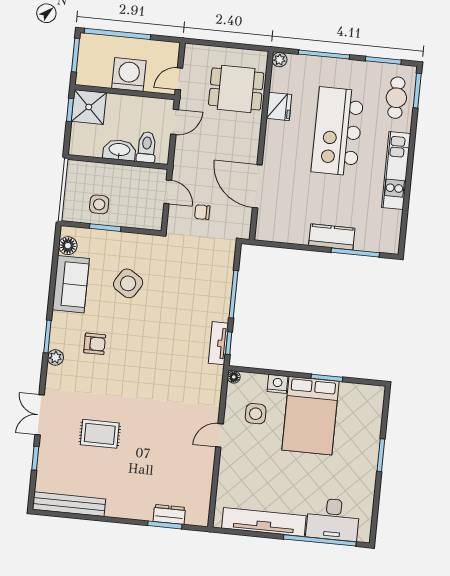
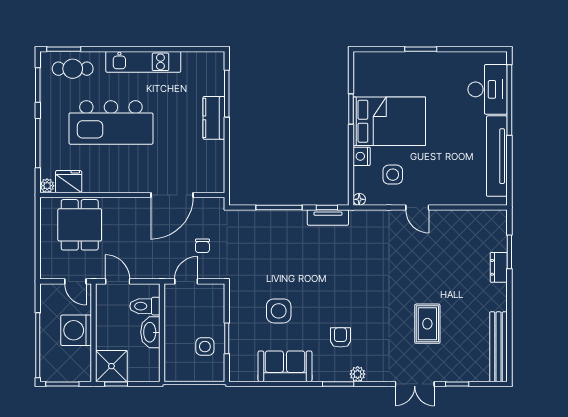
fridge: (279, 106) -> (69, 182), moved
floor lamp: (68, 246) -> (248, 373), removed
side table: (128, 283) -> (279, 311), turned -32
dresser: (169, 514) -> (499, 267), moved

